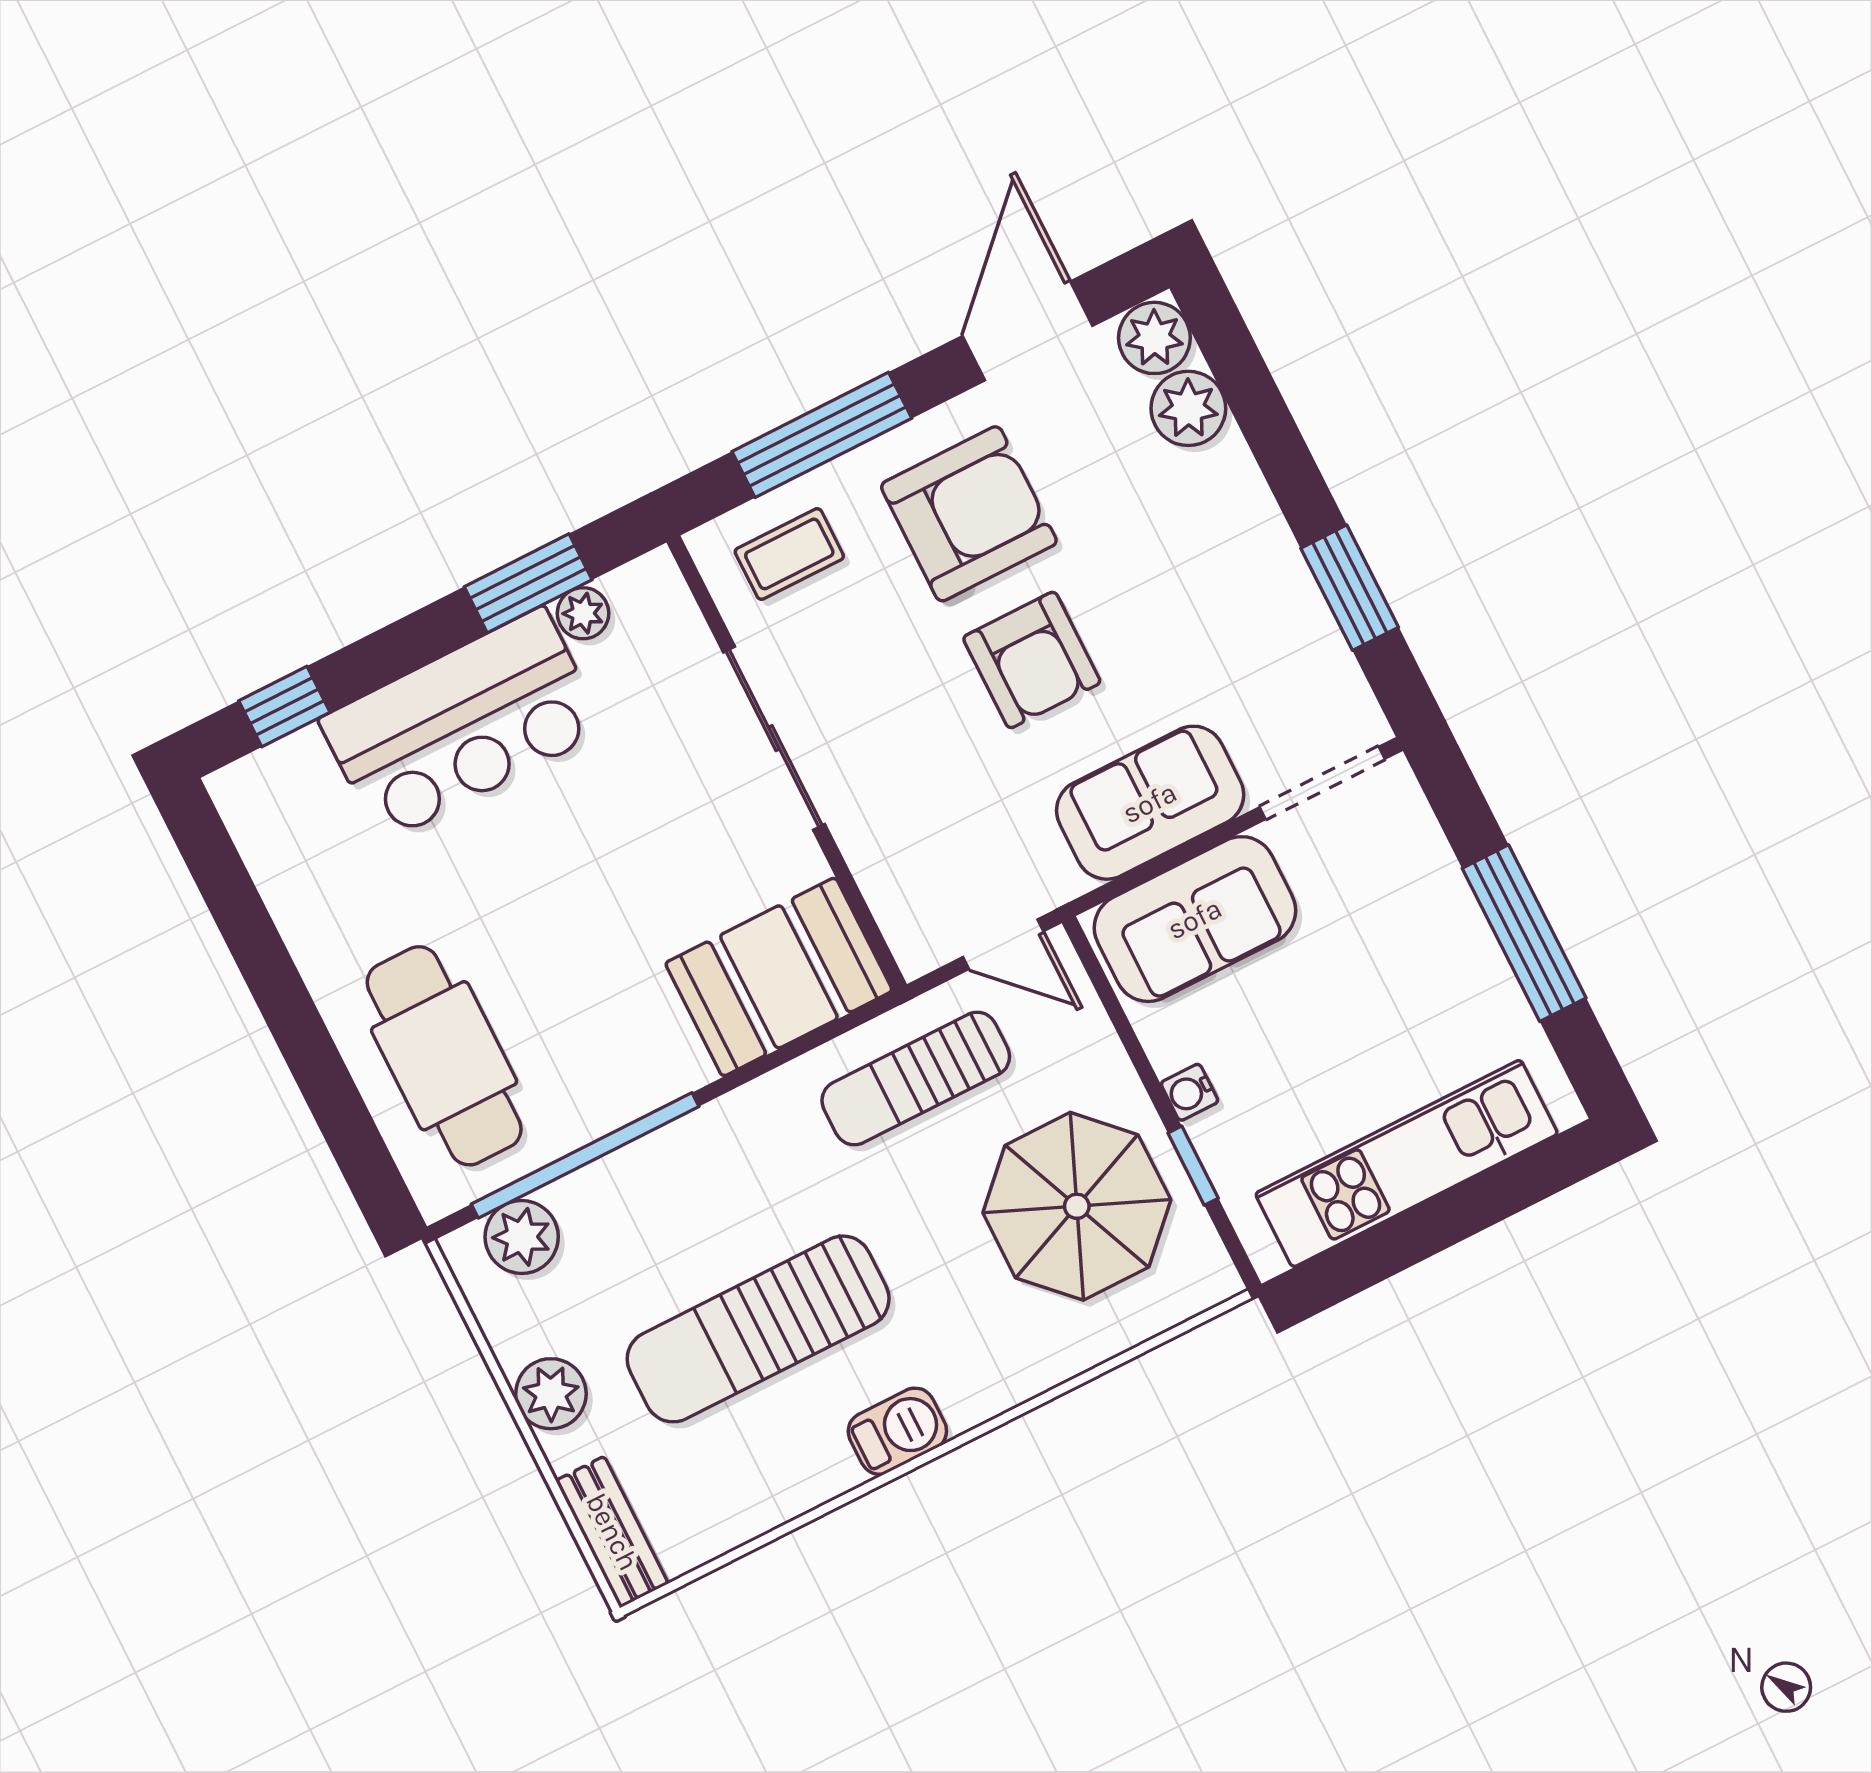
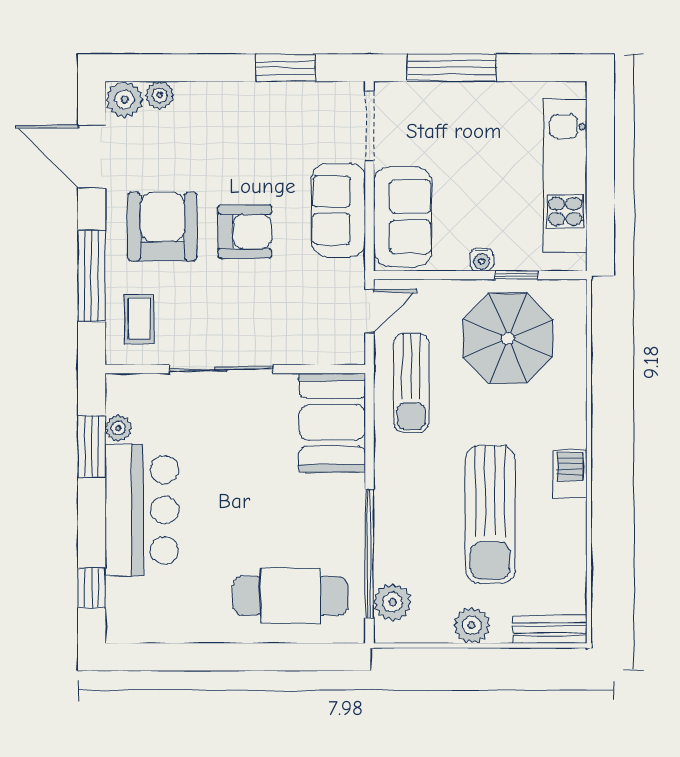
plant: (1188, 408) -> (160, 95), width x0.73, depth x0.73
window: (1524, 933) -> (452, 68), moved

